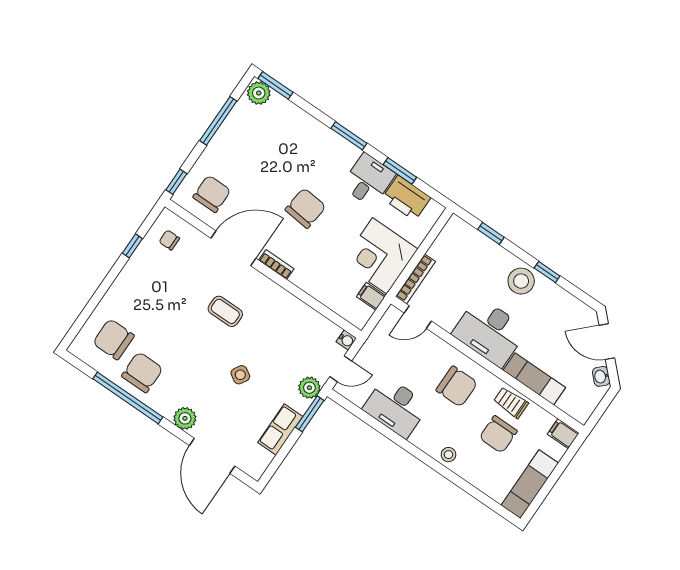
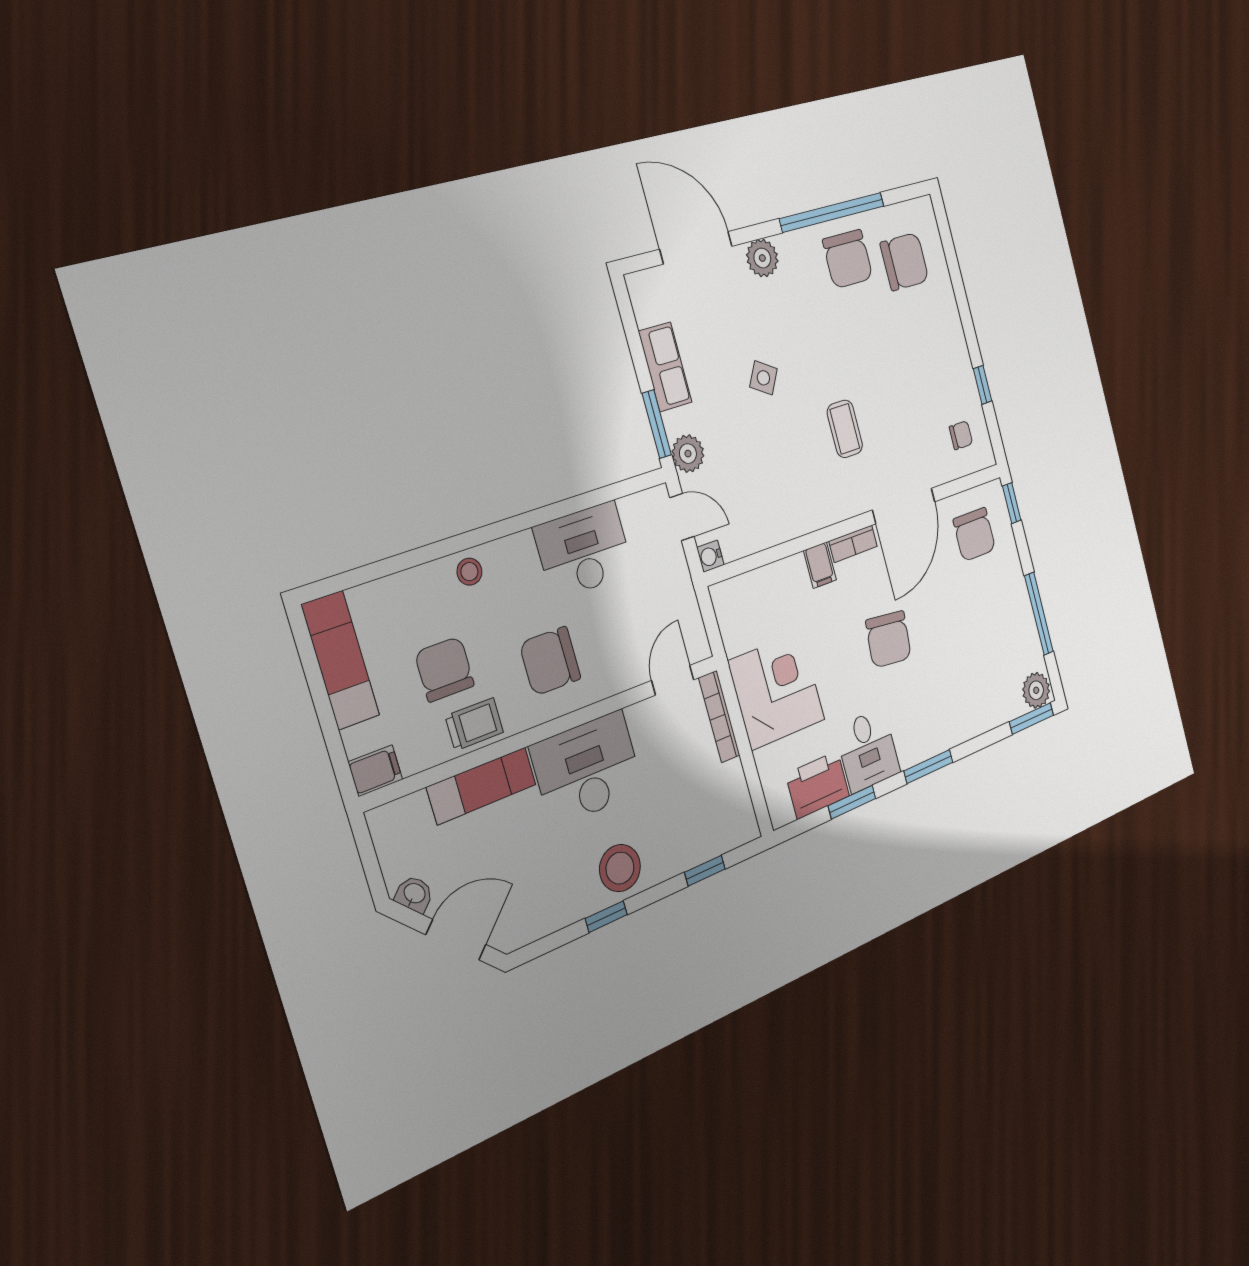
filing cabinet: (371, 296) -> (820, 565), moved, turned 90
coffee table: (225, 311) -> (845, 429), turned 90
door: (341, 369) -> (682, 517), swing flipped

